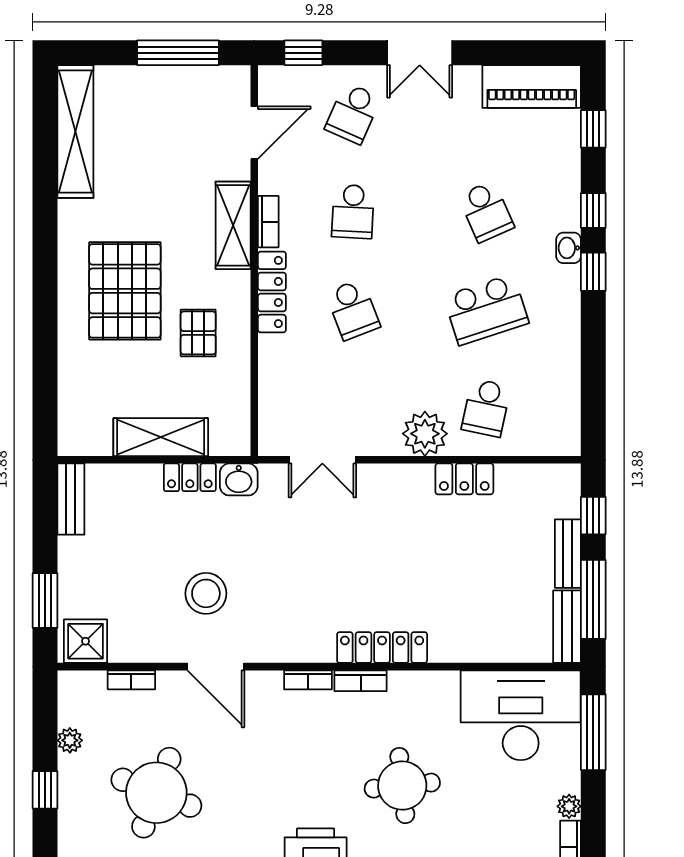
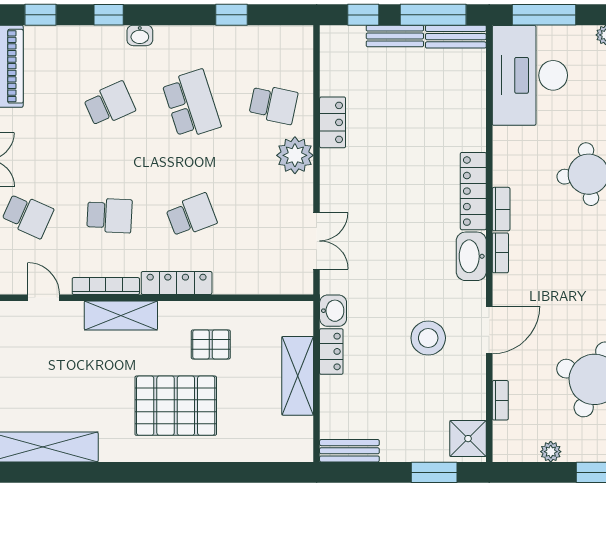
door: (254, 133) -> (44, 298), width x0.73
bookcase: (268, 222) -> (106, 286), width x1.56
window: (593, 272) -> (232, 15), moved
washbasin: (304, 645) -> (471, 256), added

